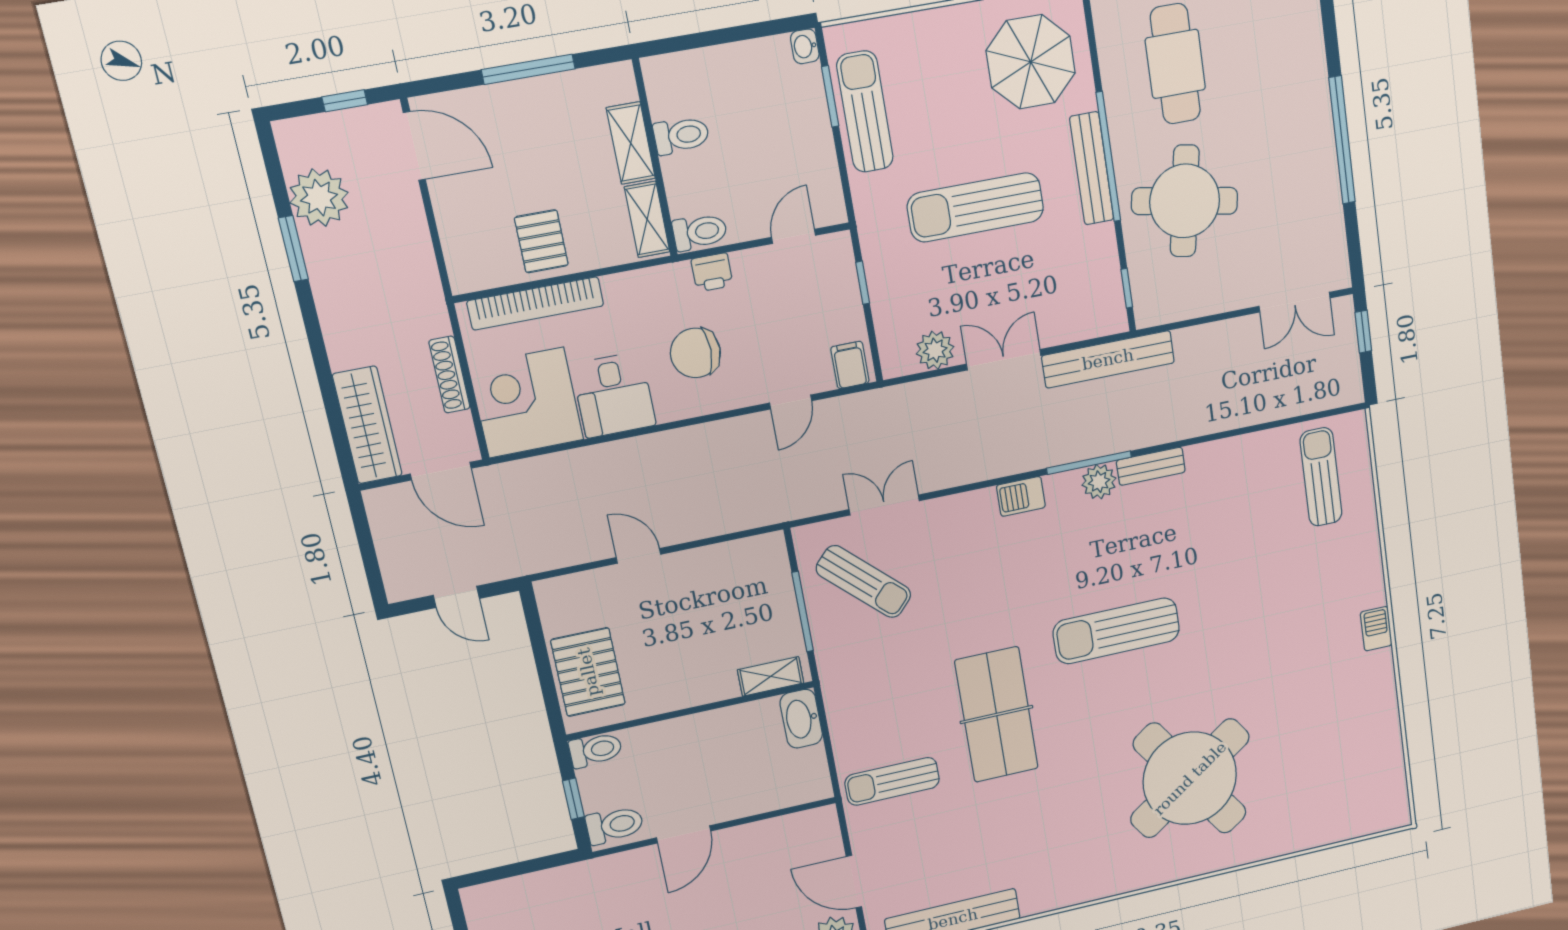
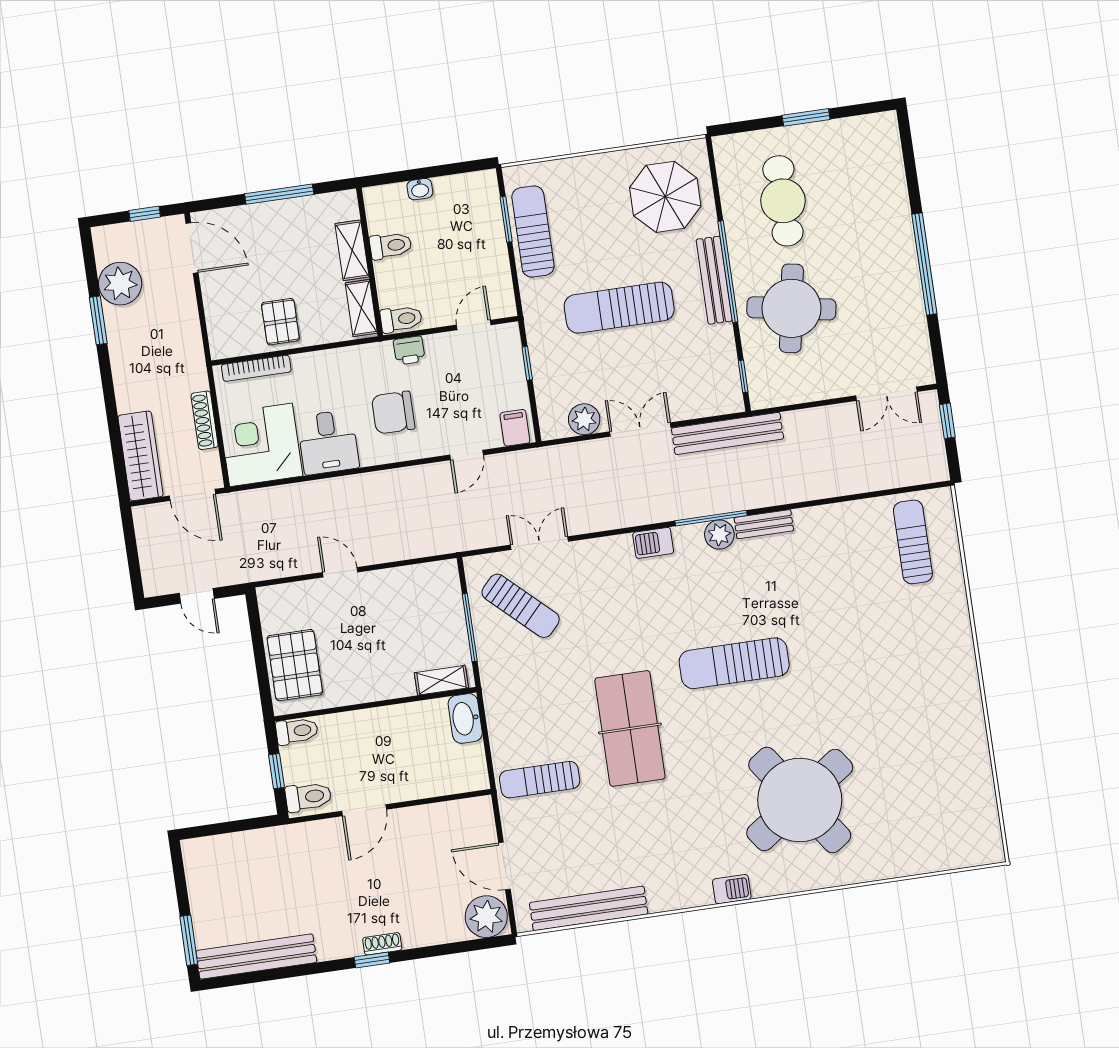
washbasin: (805, 46) -> (420, 189), moved, turned -90
bookcase: (535, 303) -> (256, 368), width x0.68, depth x0.76
barbecue: (1376, 629) -> (732, 889), moved, turned 90

